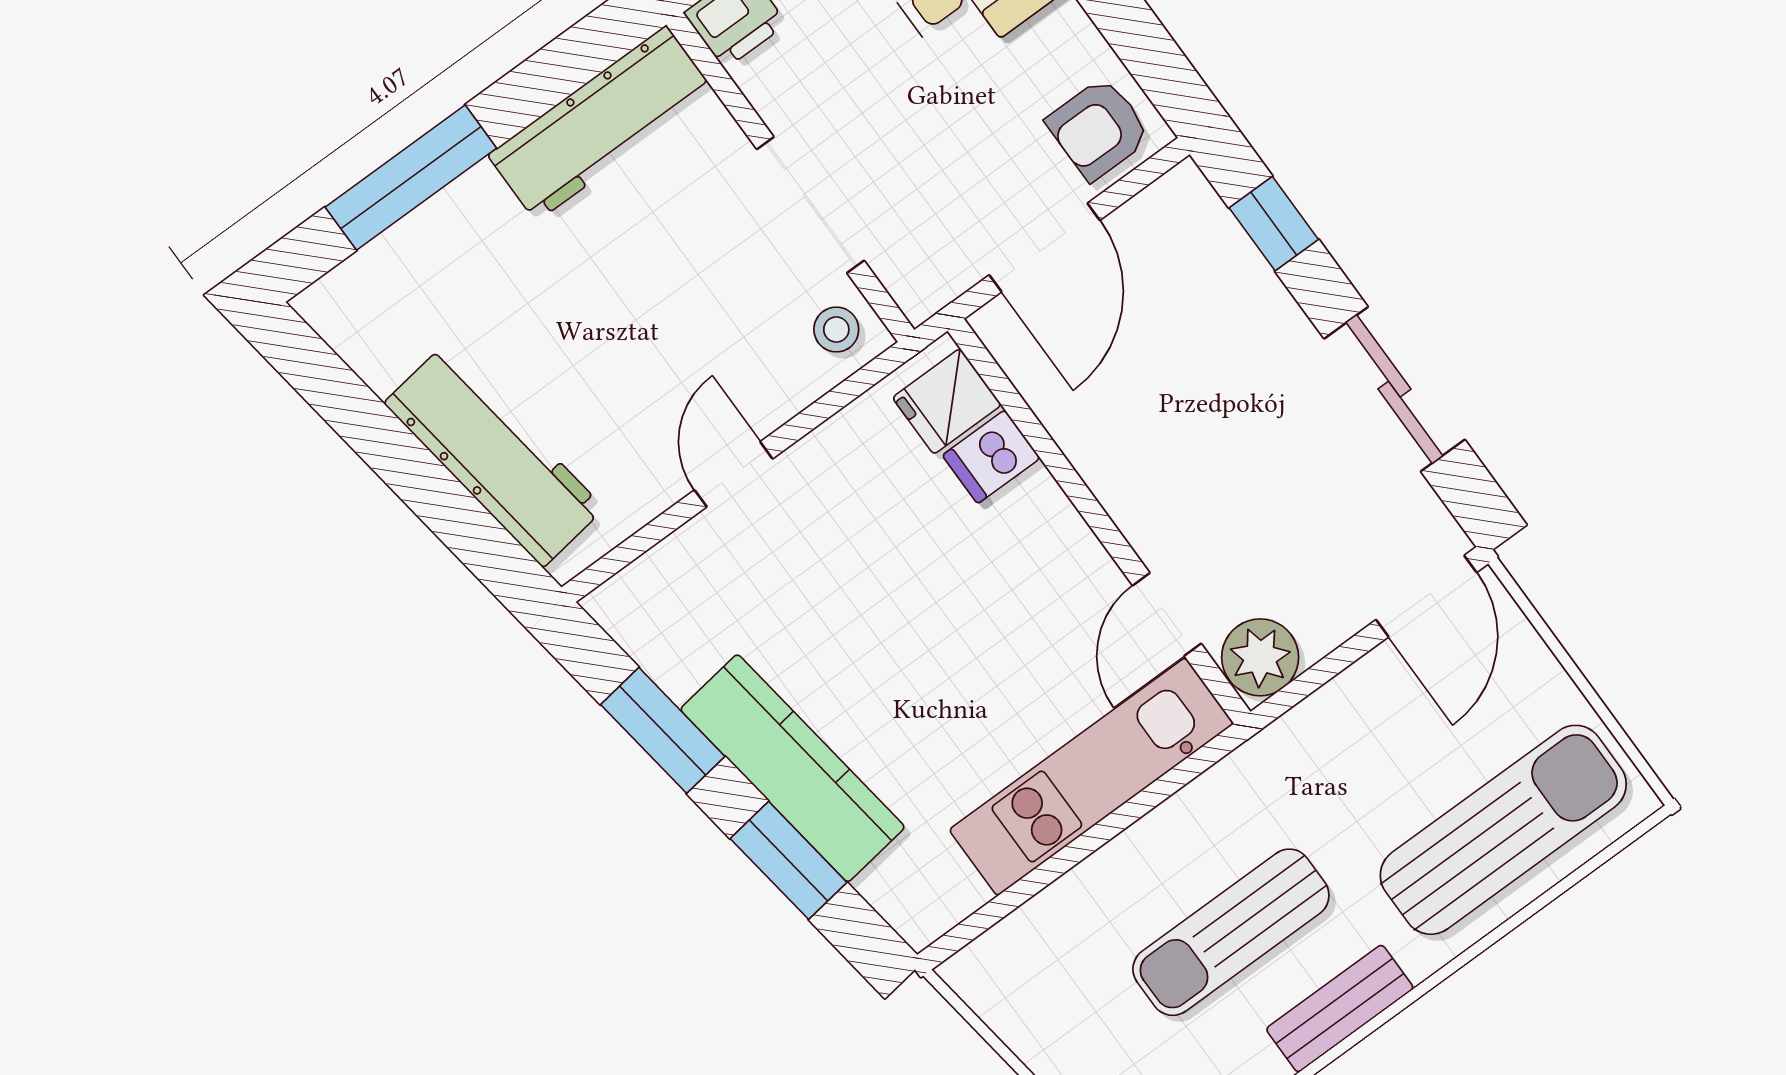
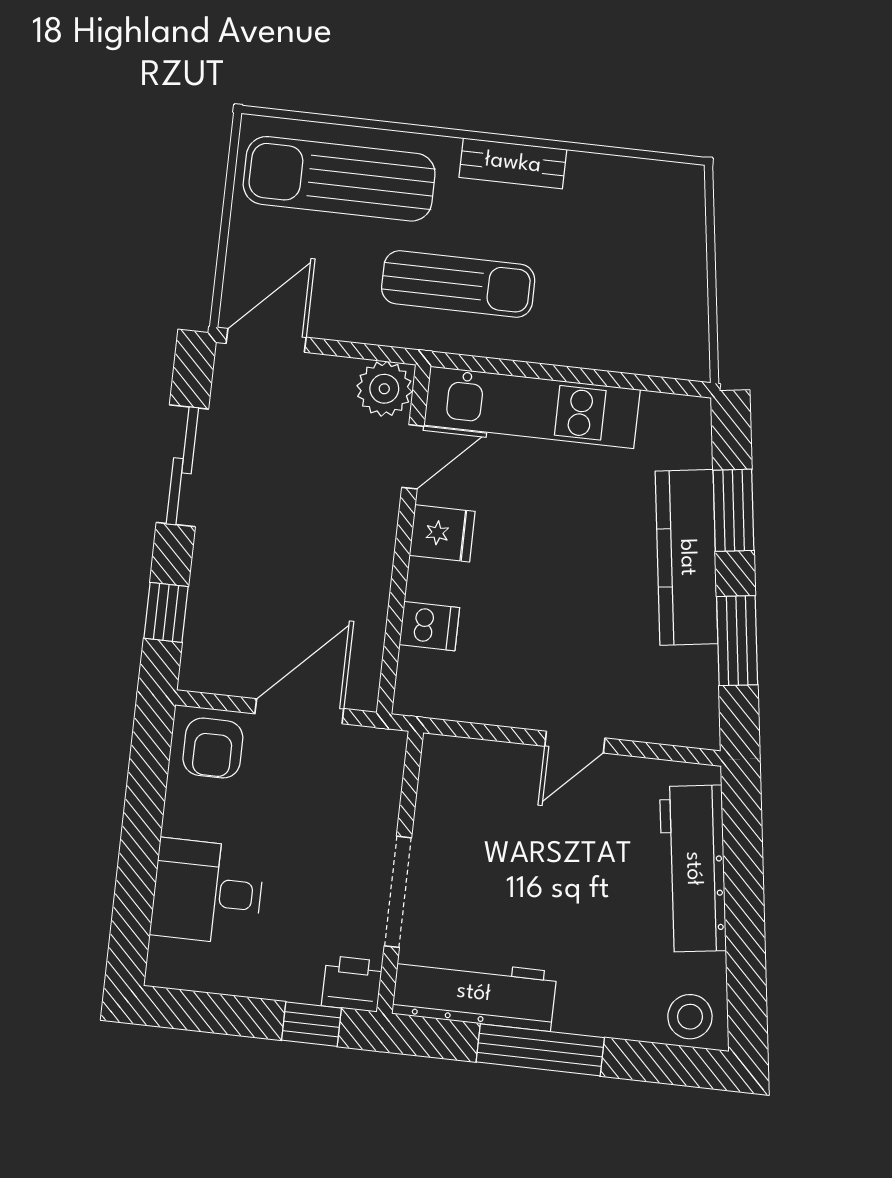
armchair: (1099, 129) -> (213, 748), turned 90
window: (411, 178) -> (540, 1050), moved
doorway: (810, 205) -> (398, 892), moved
stool: (836, 329) -> (690, 1017), moved, width x1.37, depth x1.37
fridge: (947, 401) -> (442, 533), moved
sun lounger: (1231, 932) -> (458, 284), moved

